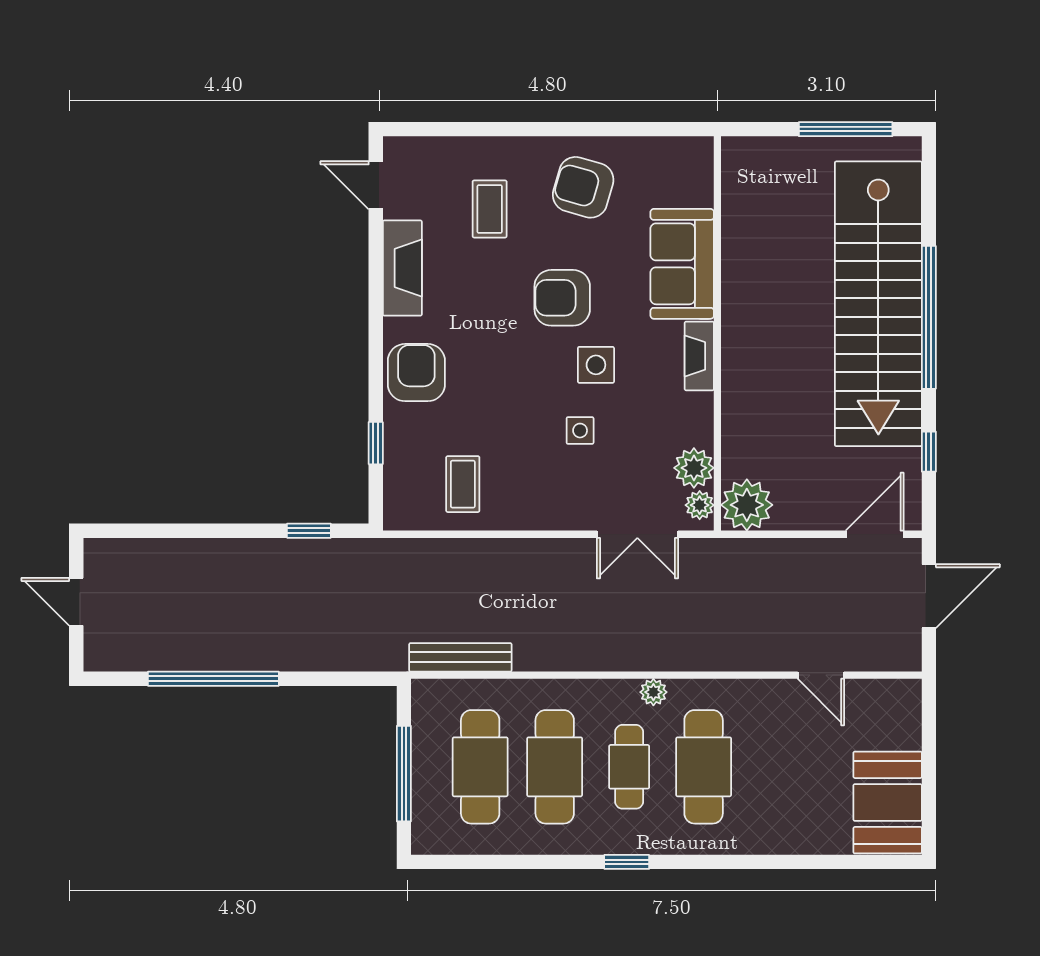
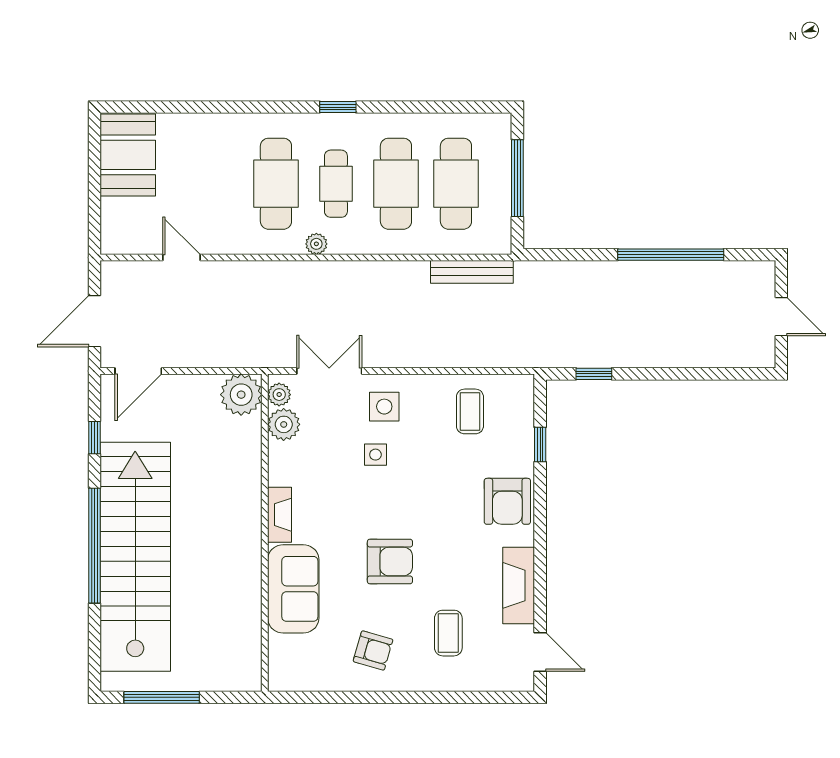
armchair: (583, 187) -> (373, 650), width x0.72, depth x0.72
side table: (596, 365) -> (384, 407), moved

